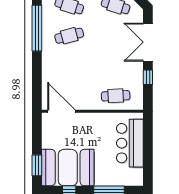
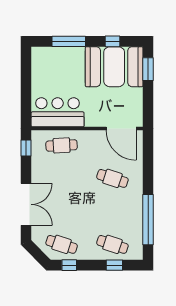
cafe table: (69, 36) -> (112, 178), moved, turned 33
window: (148, 77) -> (26, 148), moved
bar counter: (130, 143) -> (58, 112), moved, turned -90

